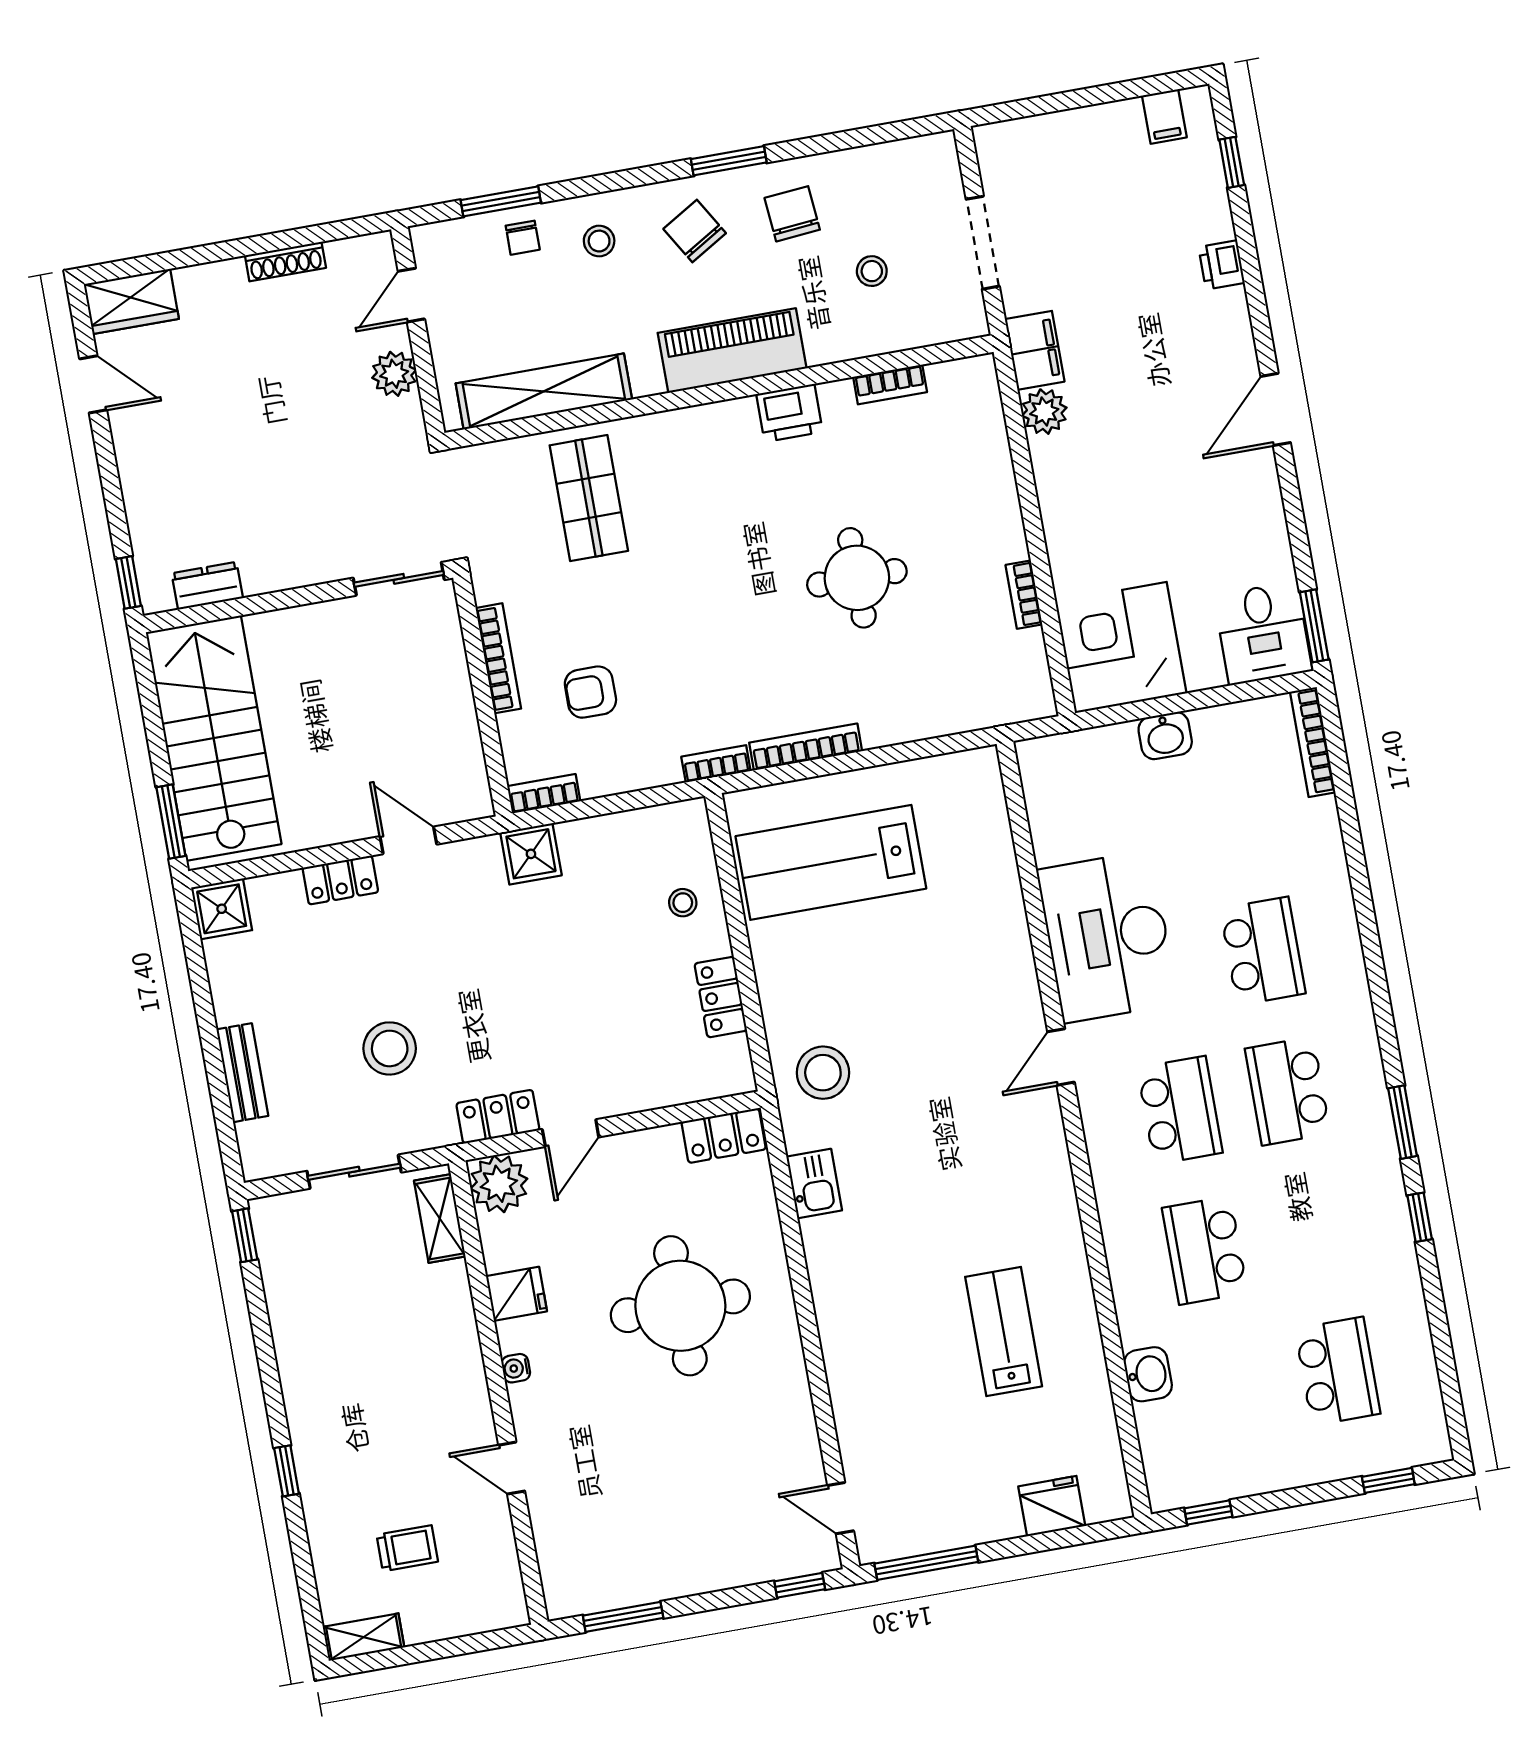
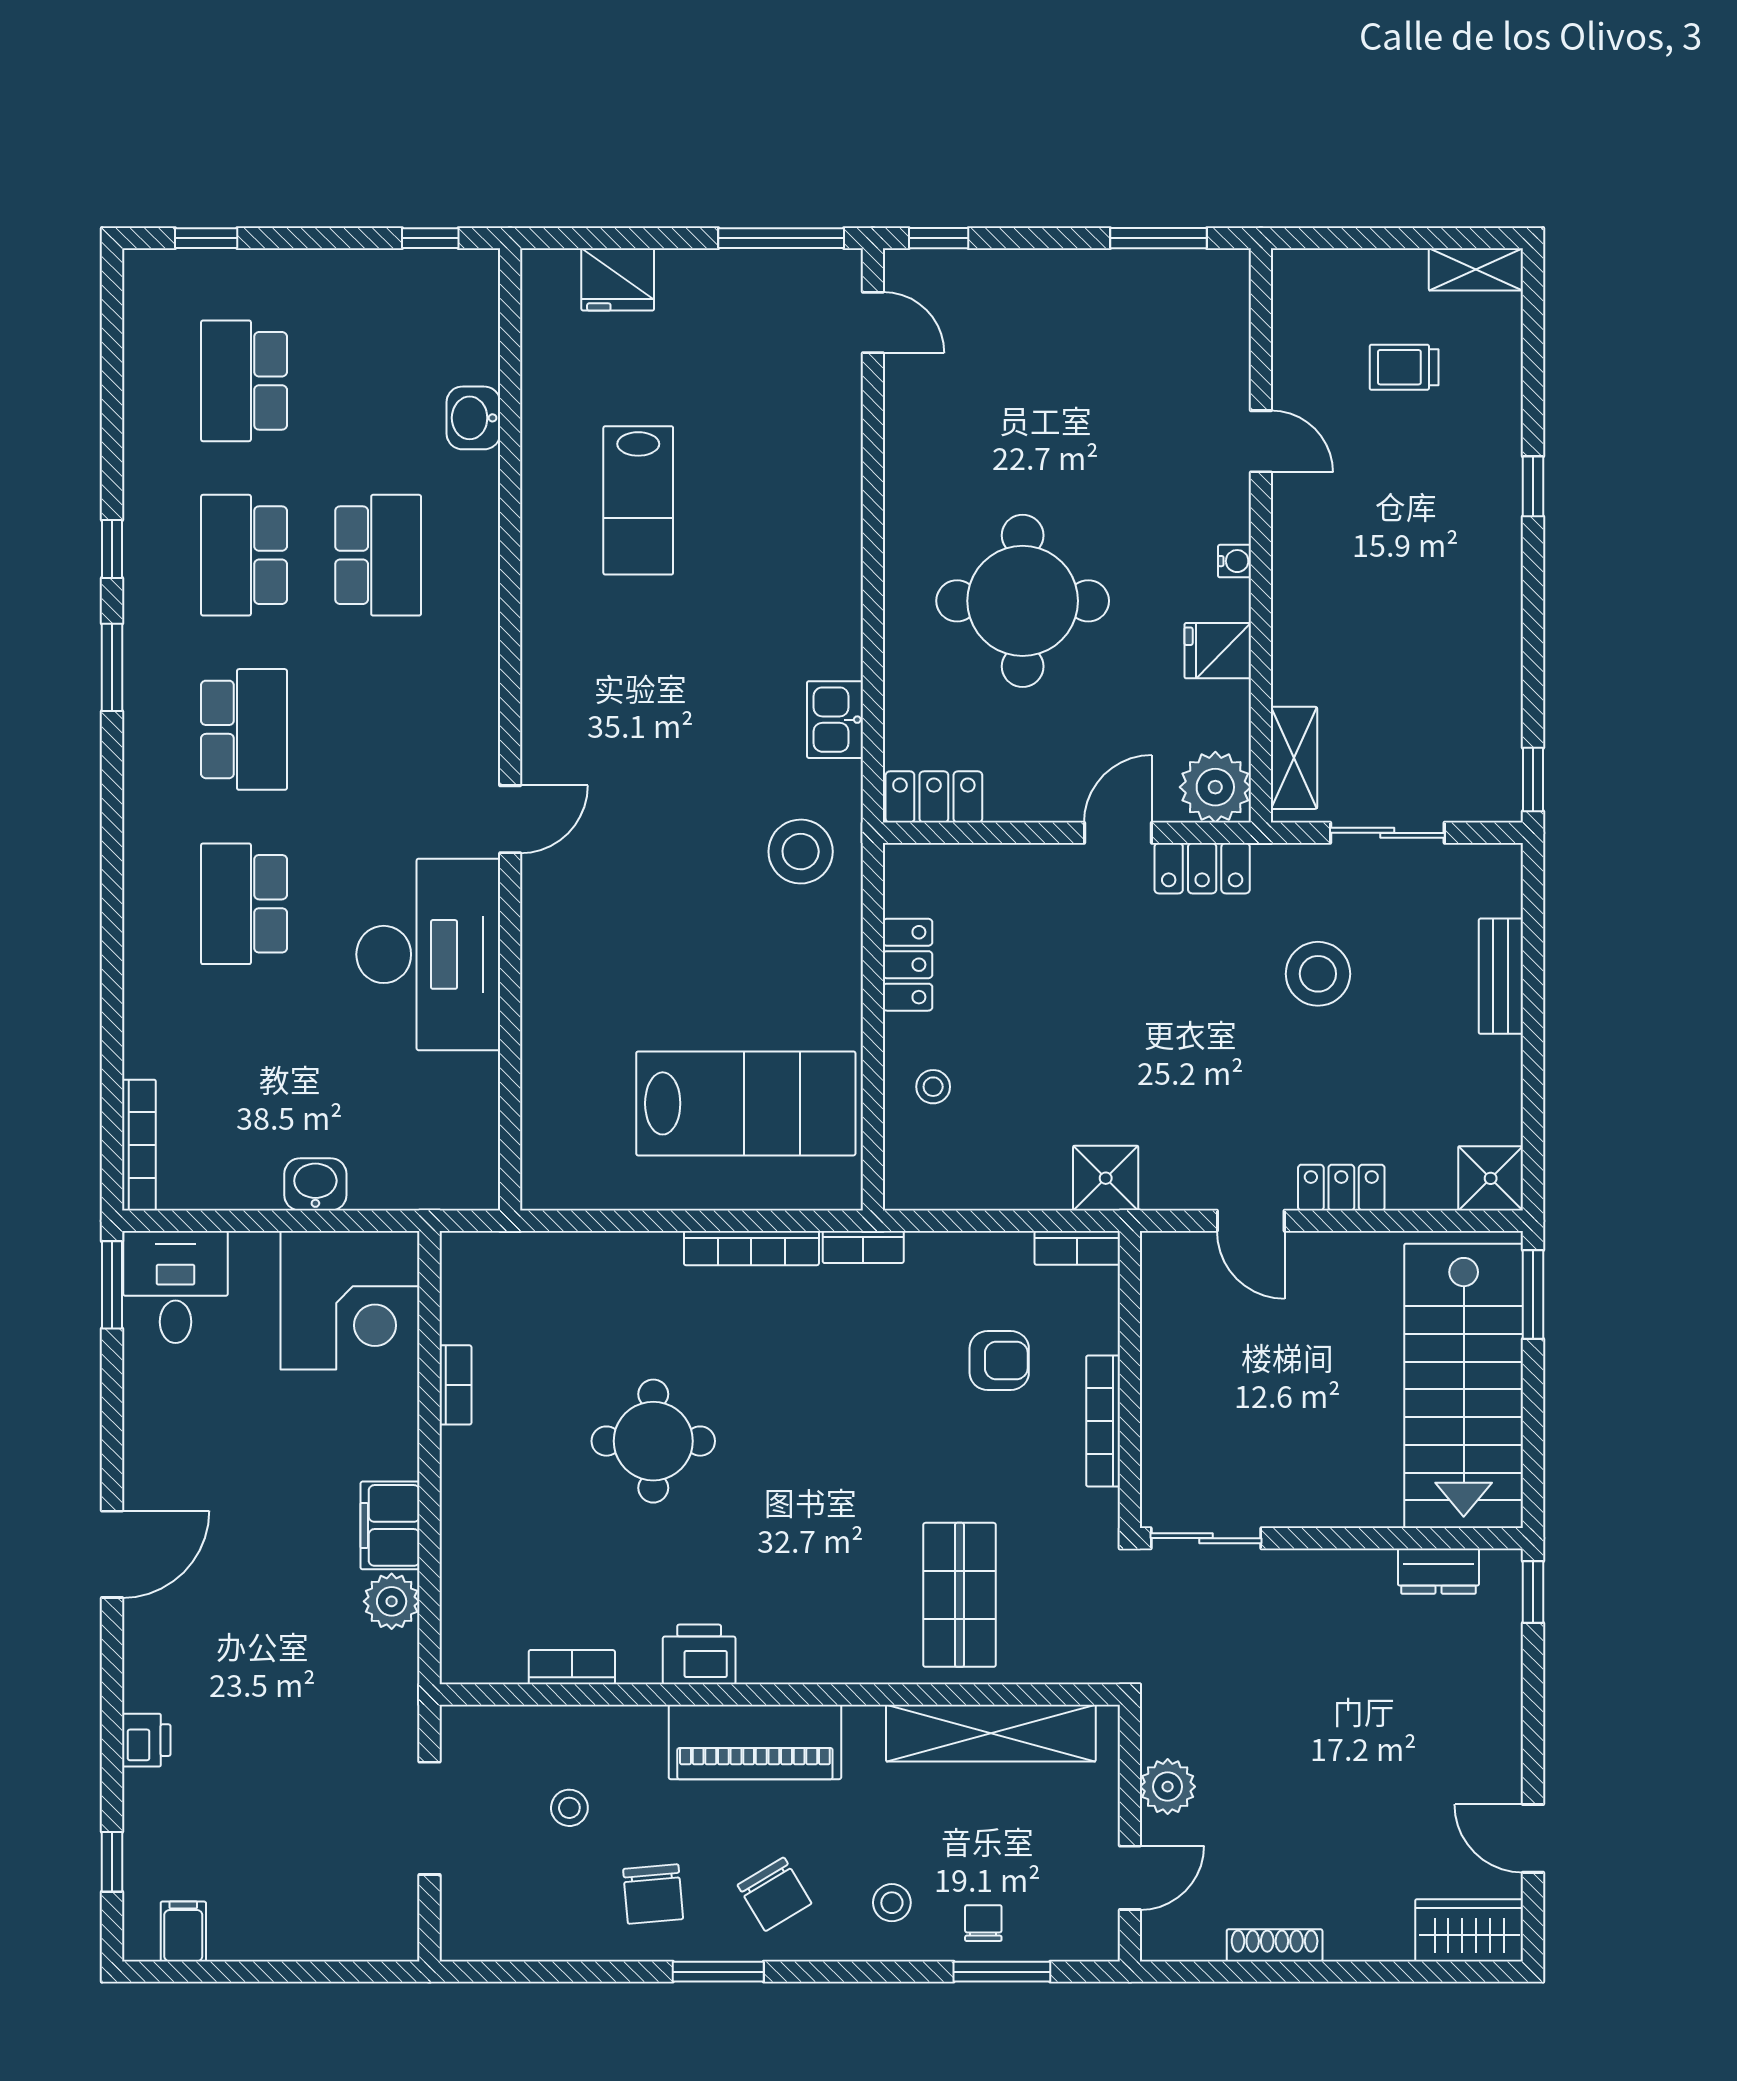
filing cabinet: (1035, 350) -> (390, 1525), moved
school desk: (1180, 1110) -> (244, 555), moved

